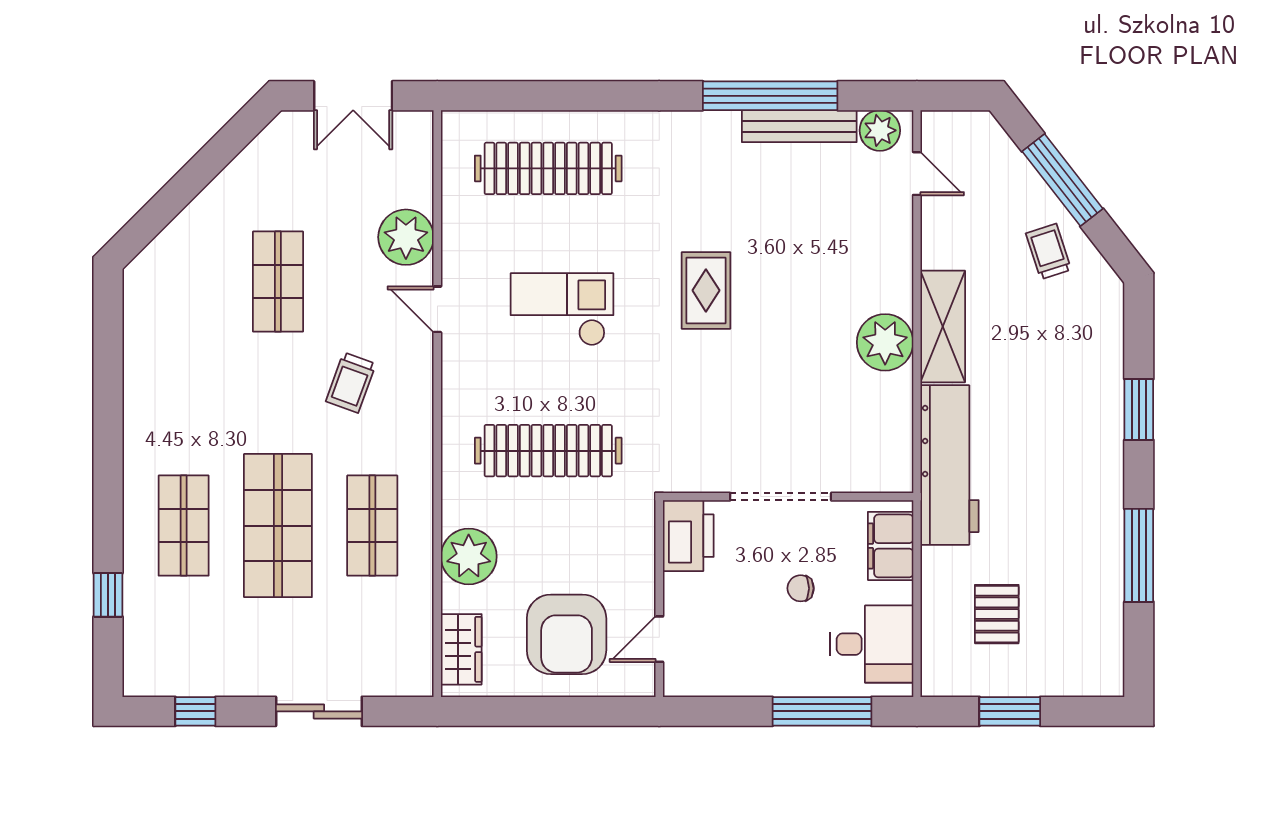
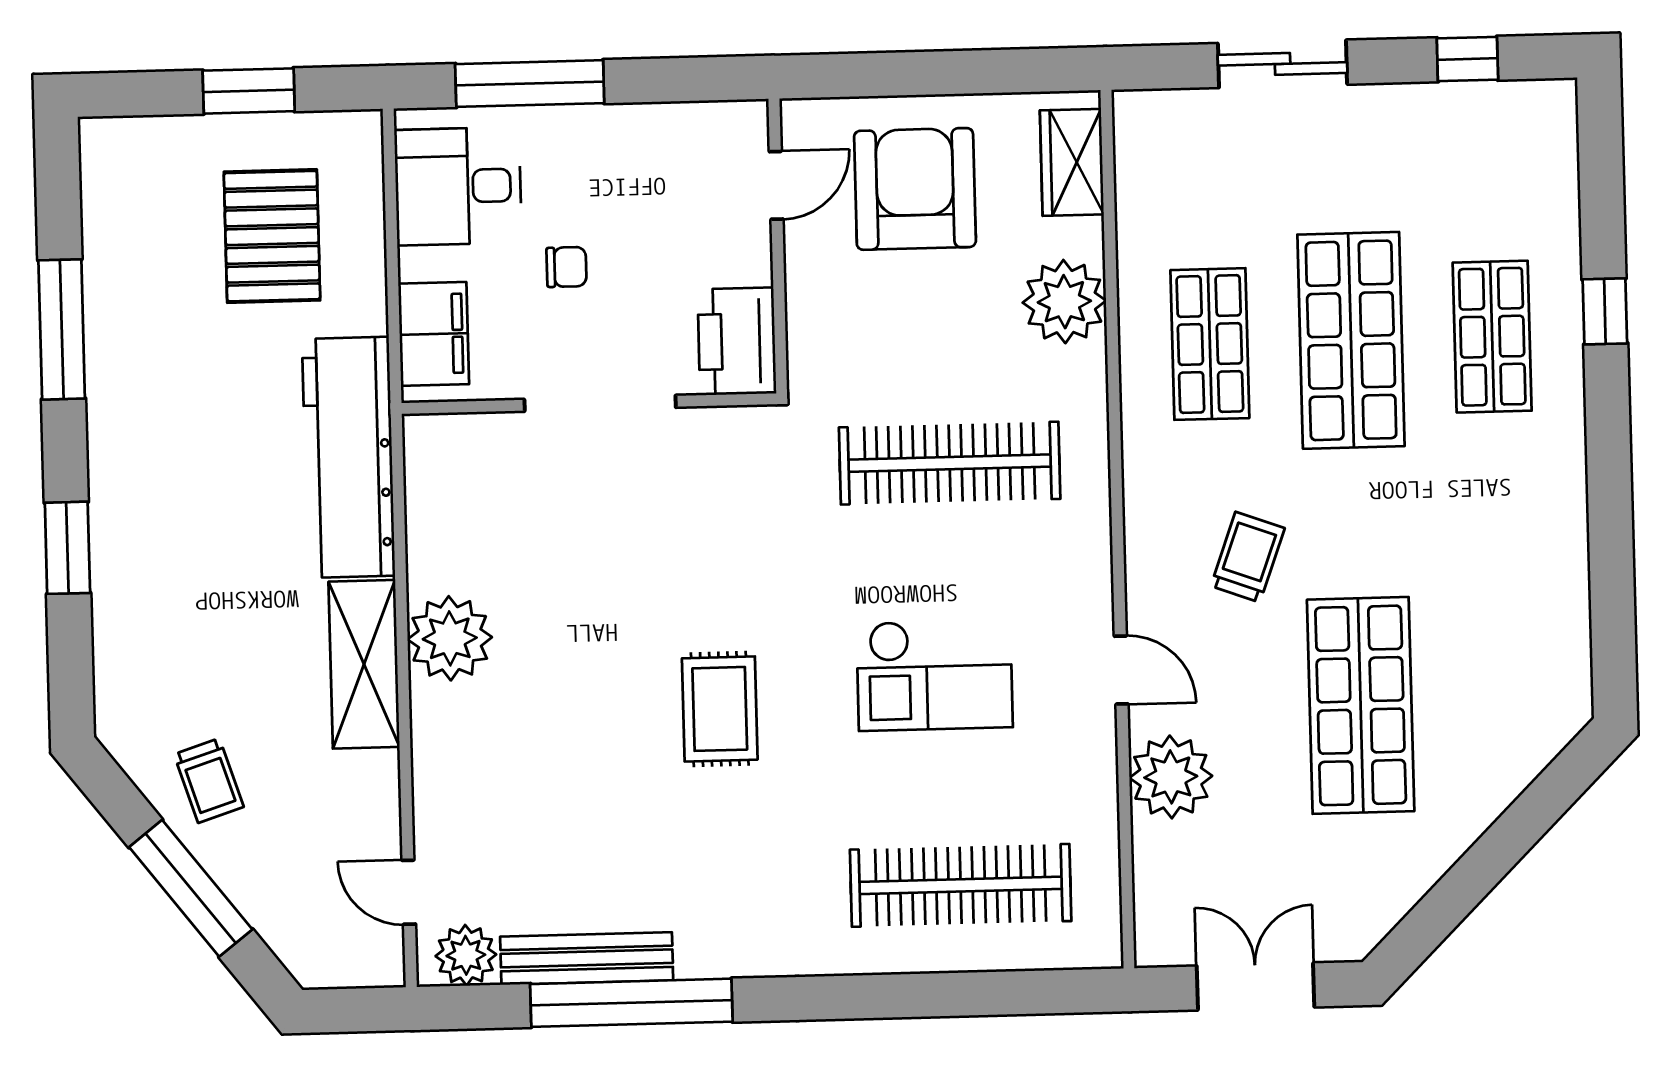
shop shelf: (278, 282) -> (1361, 705), width x1.43, depth x1.36
window: (108, 595) -> (1605, 311), moved
pallet: (997, 614) -> (272, 236), width x1.50, depth x1.42

